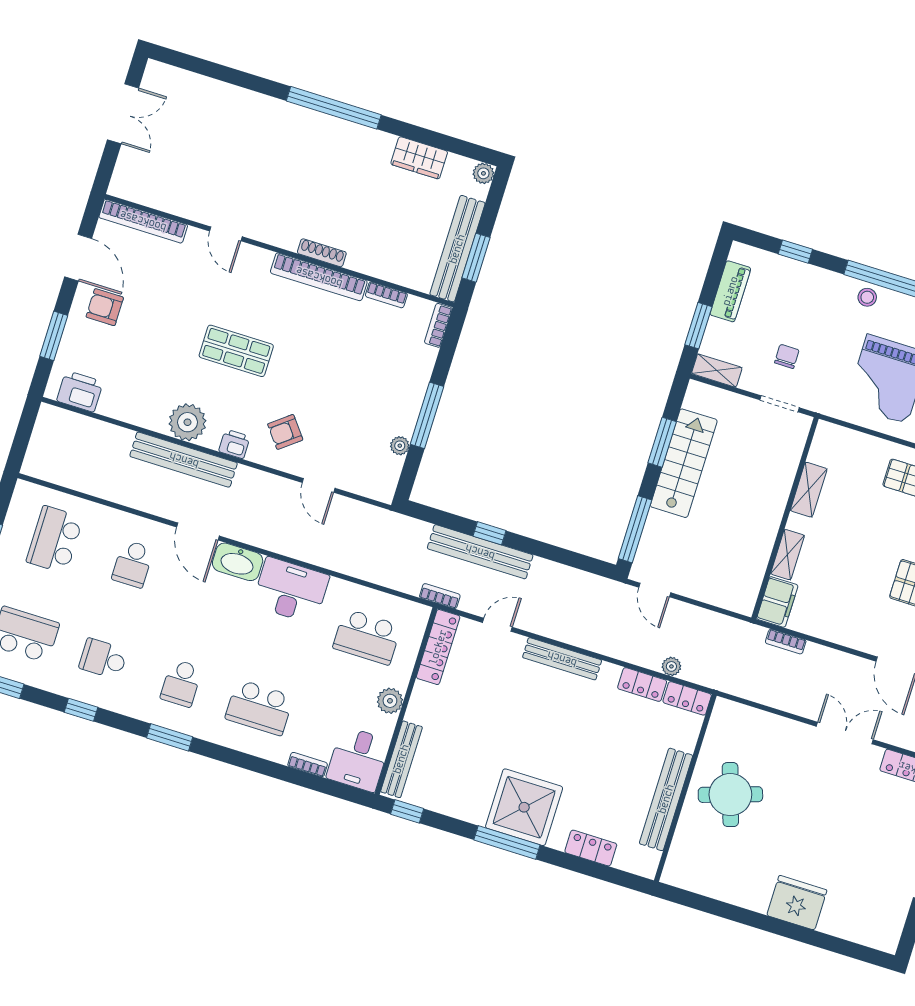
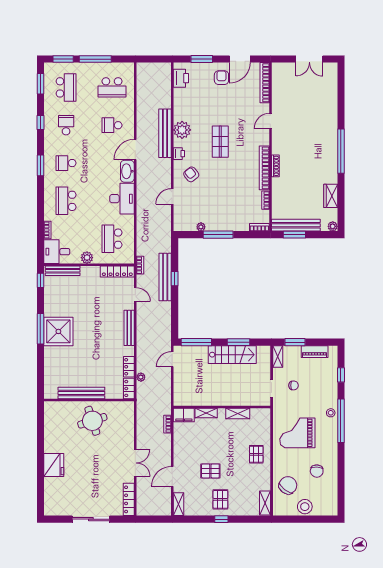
school desk: (55, 540) -> (112, 87), turned 180
locker: (591, 848) -> (50, 367), removed

